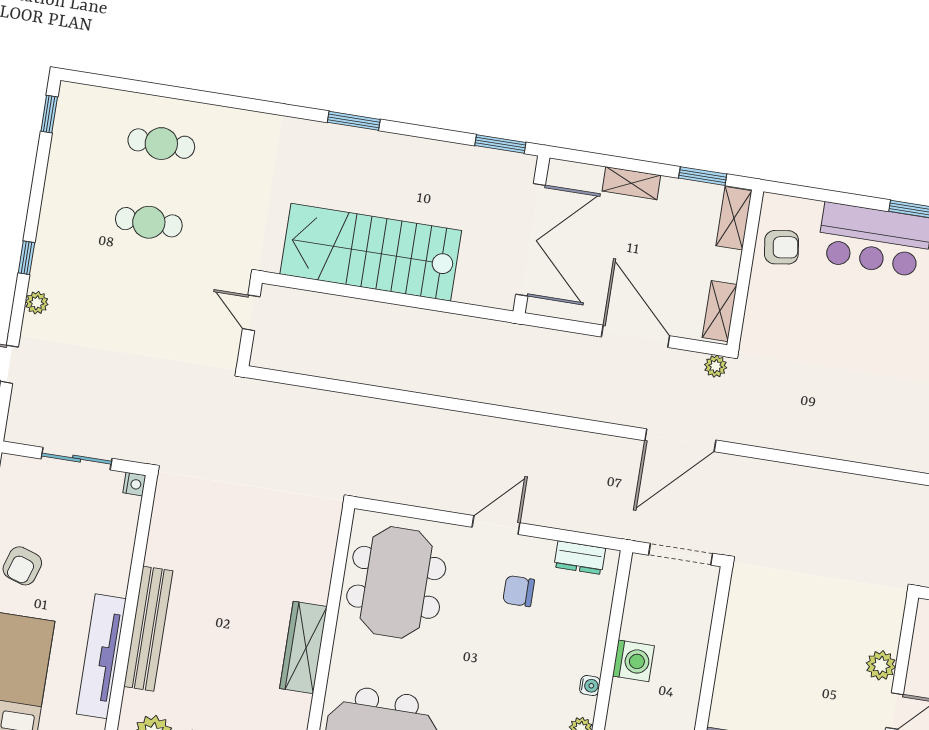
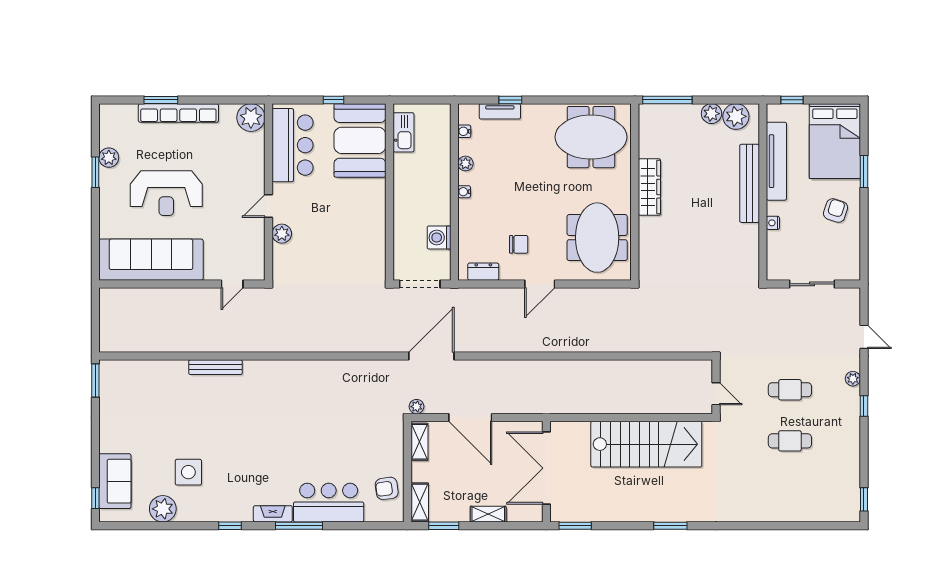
cafe table: (161, 144) -> (790, 390), moved
nightstand: (134, 484) -> (773, 223), moved
washing machine: (633, 661) -> (439, 238), moved

